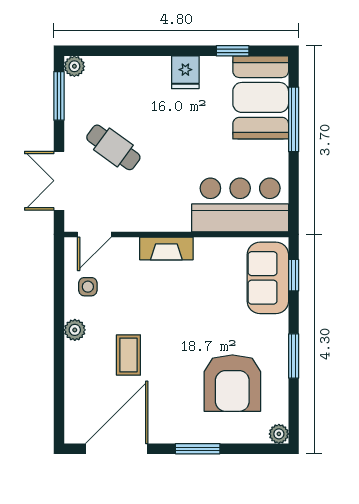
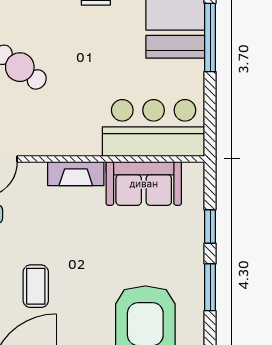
window: (294, 275) -> (210, 227), moved
sofa: (268, 278) -> (144, 183), moved, turned -90

